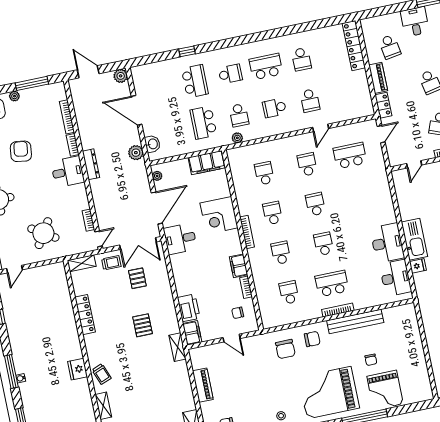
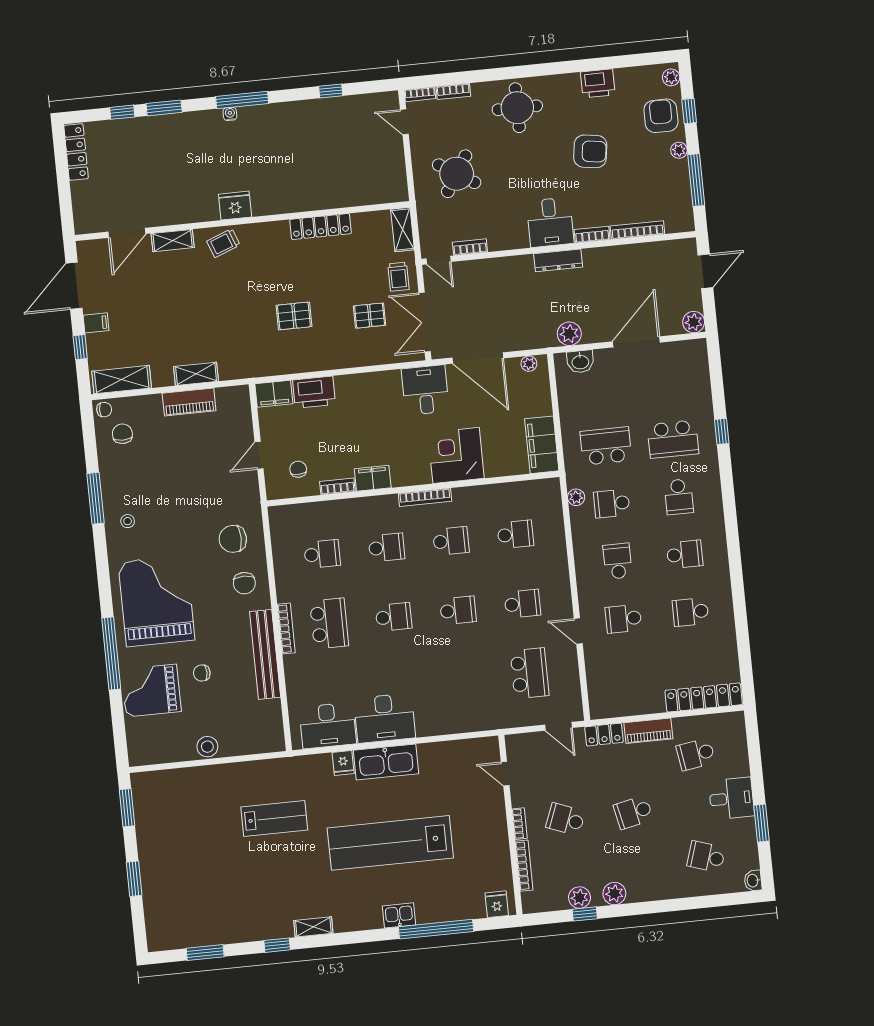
school desk: (266, 67) -> (685, 554), width x0.54
shelving: (178, 347) -> (196, 374), moved
stool: (416, 352) -> (207, 747), added

